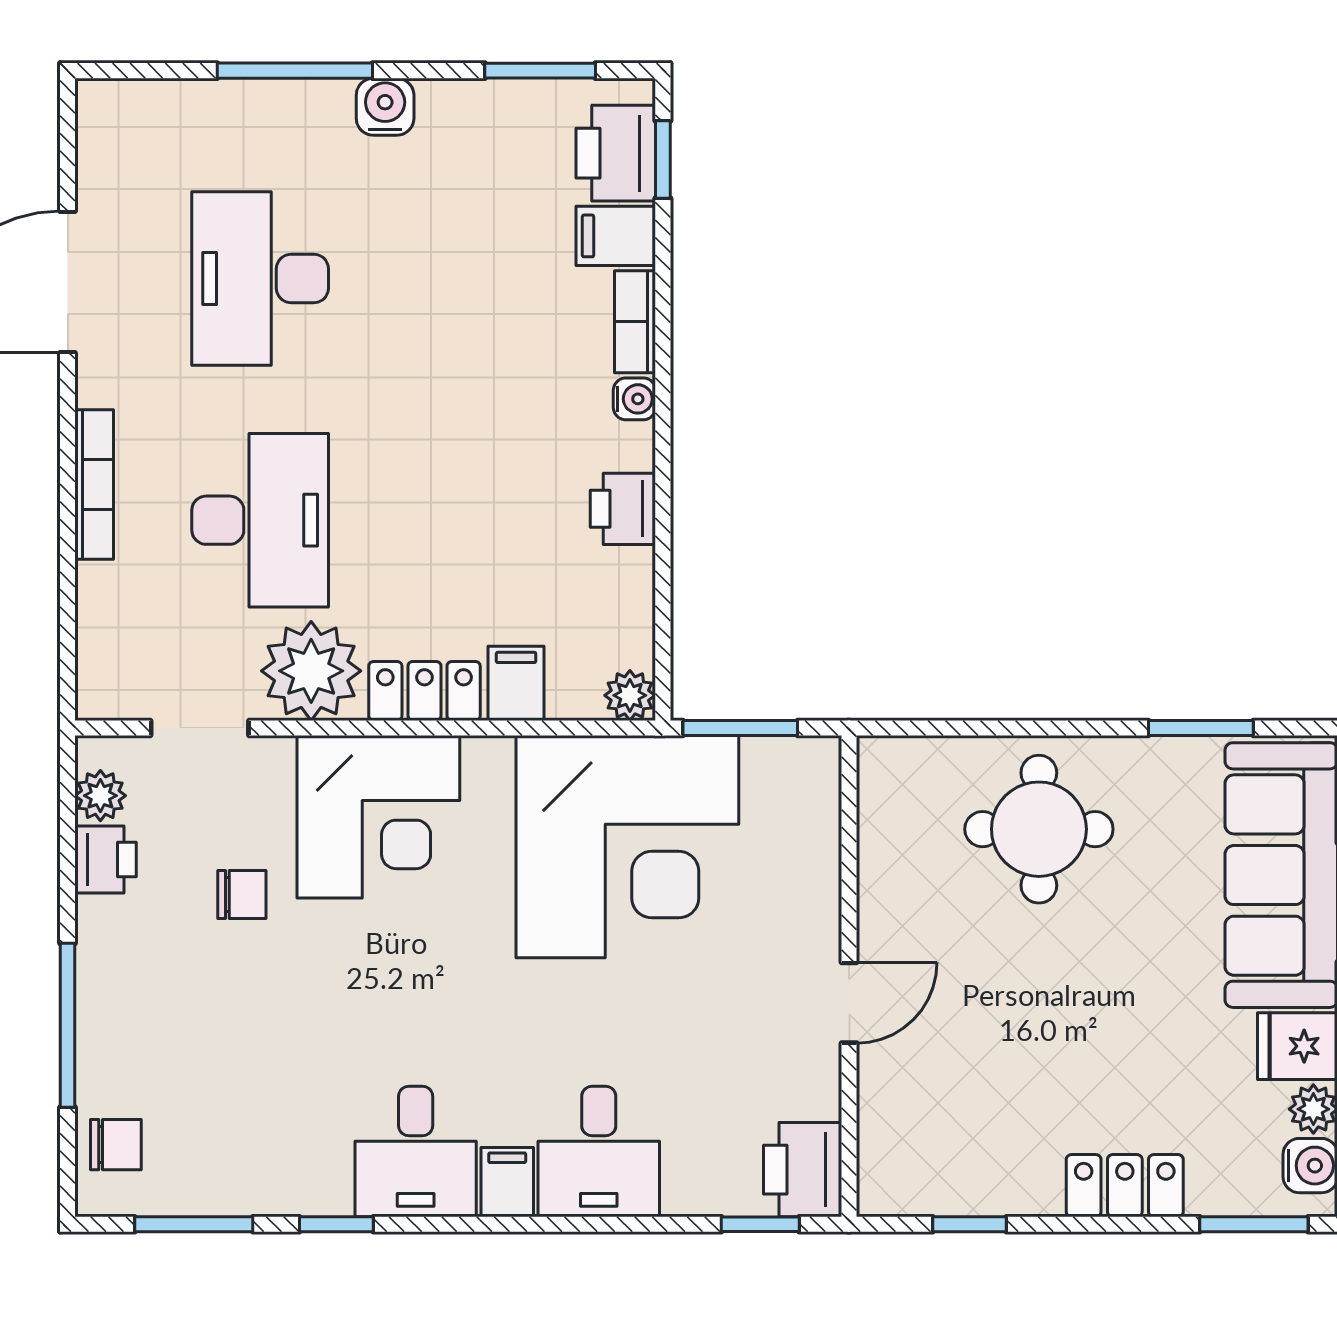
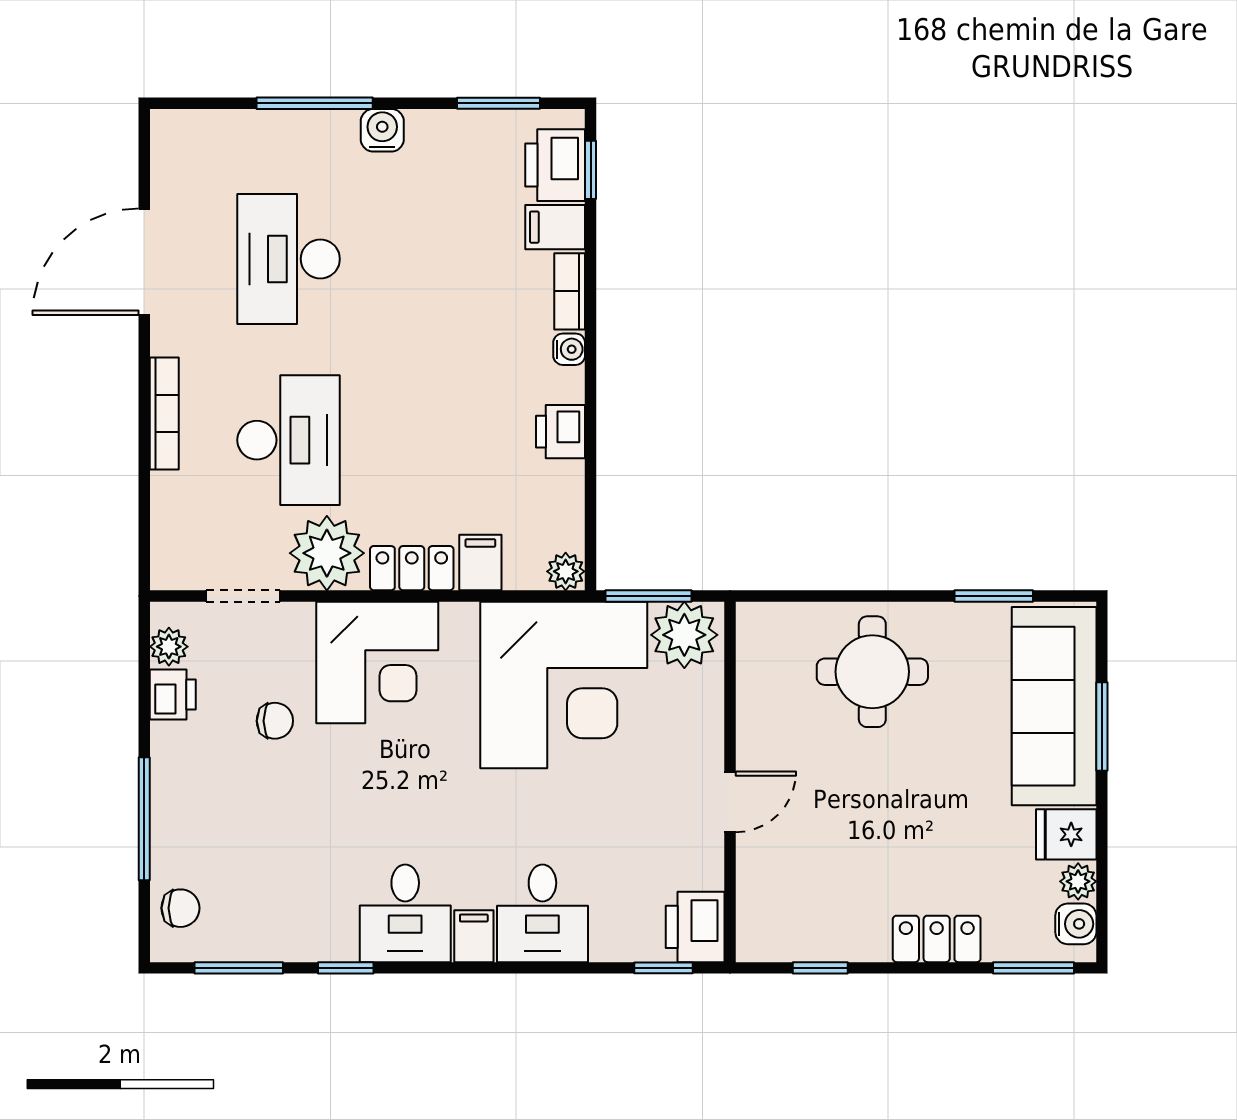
plant: (788, 780) -> (684, 635), added

